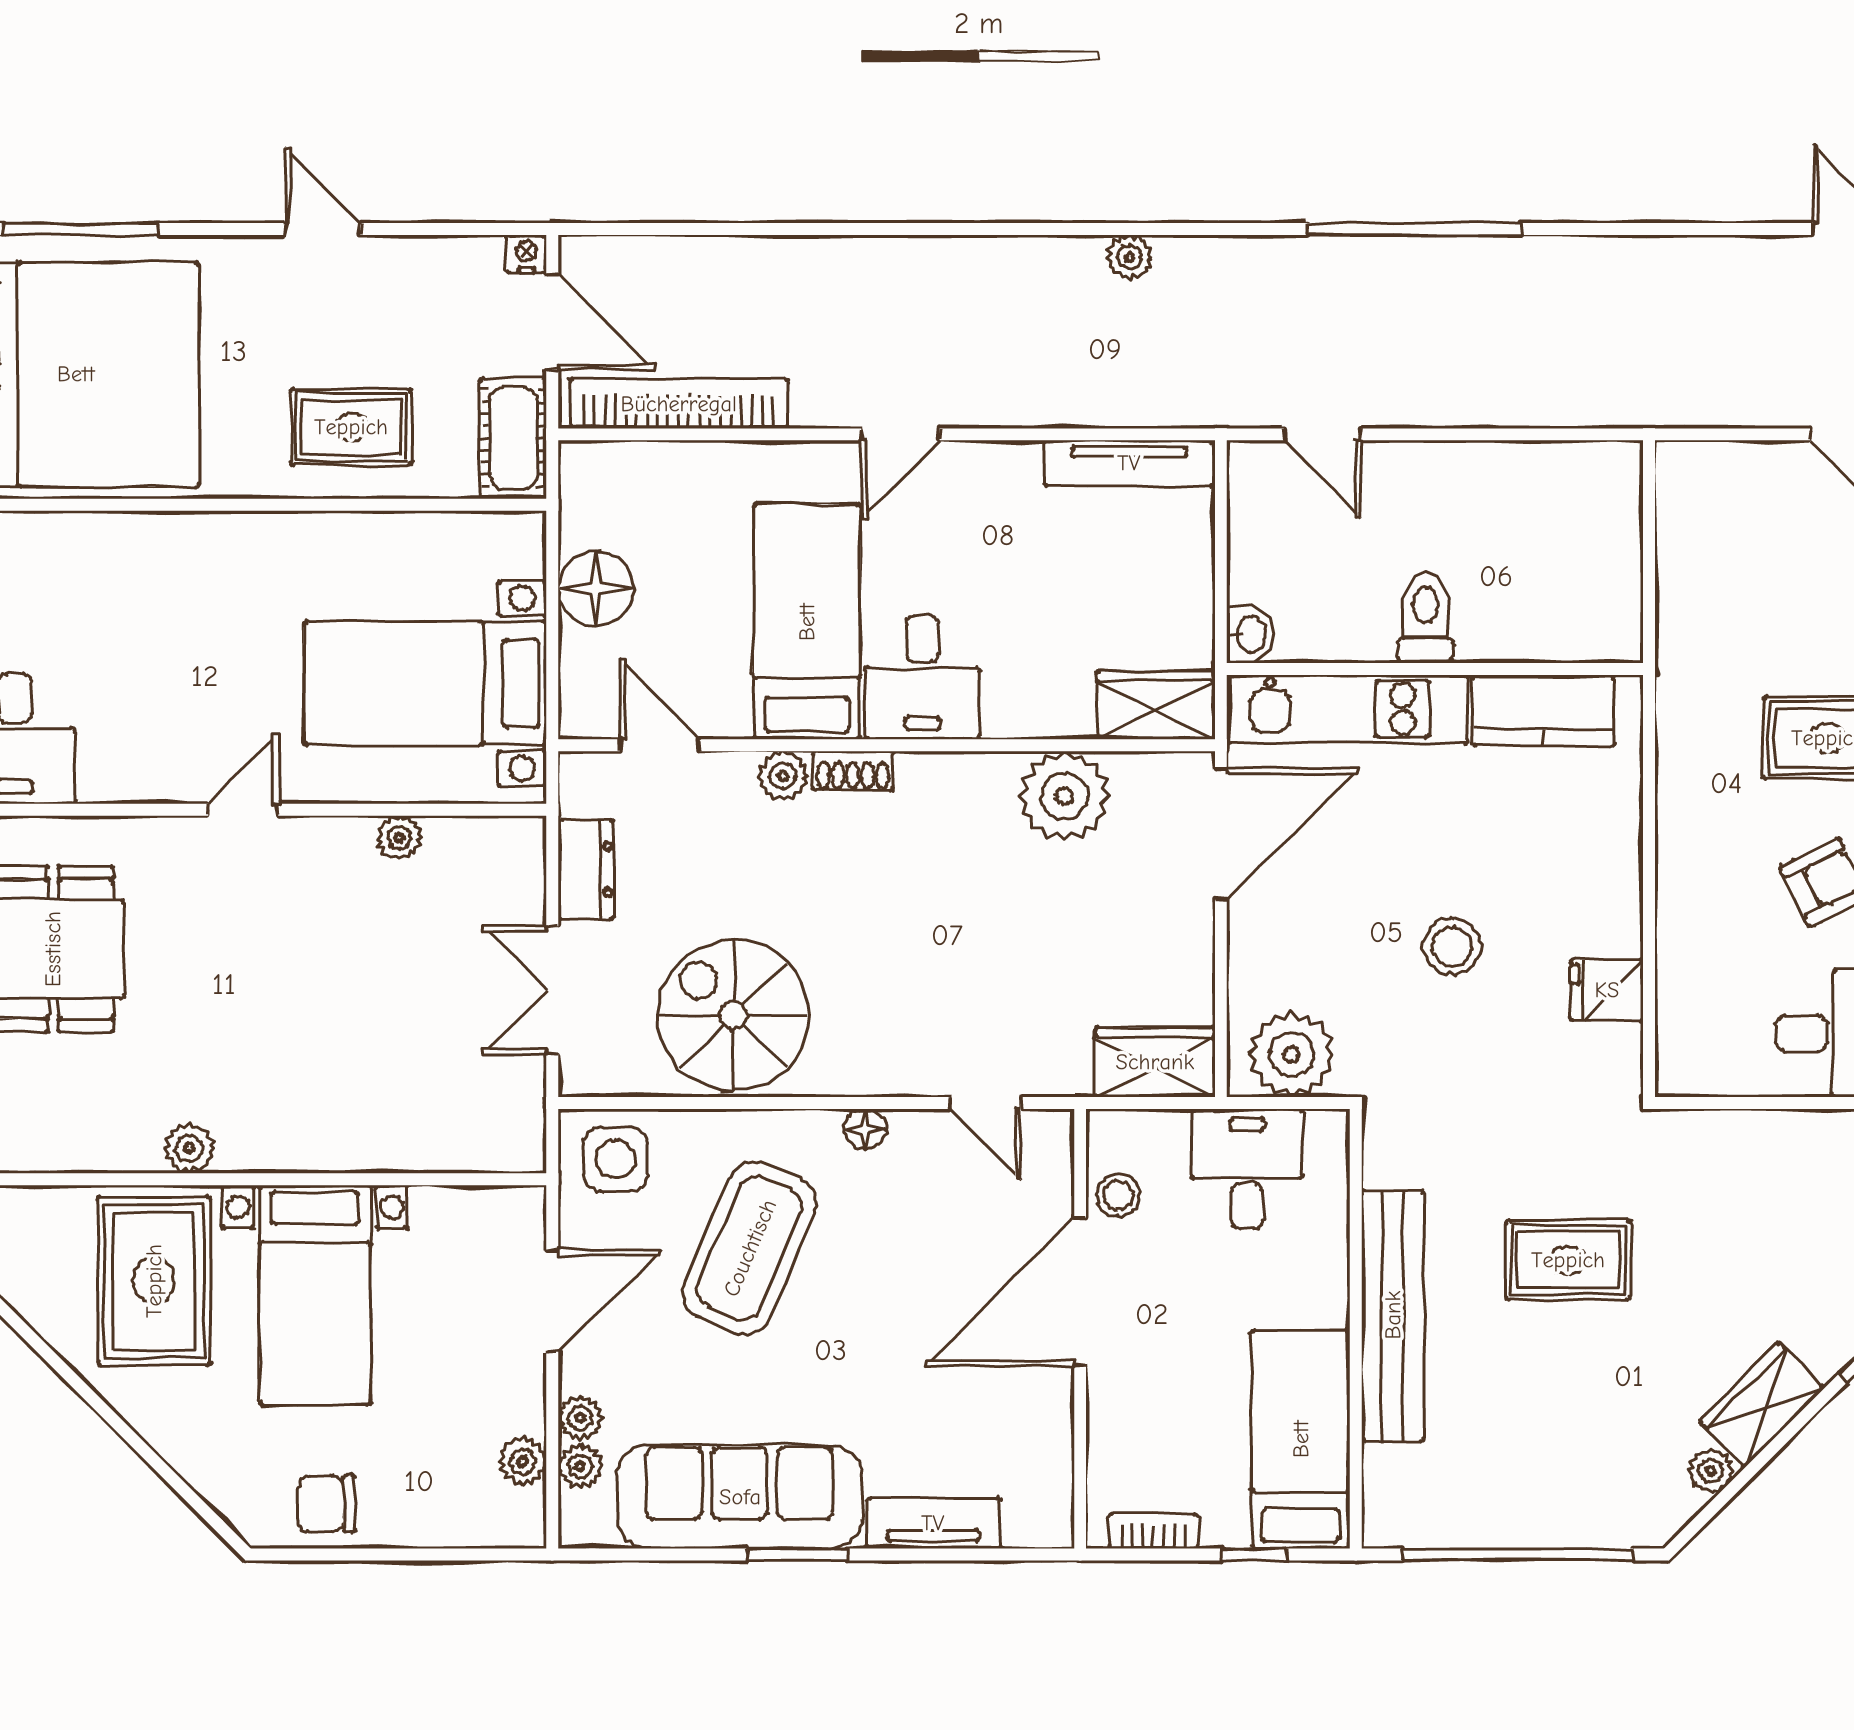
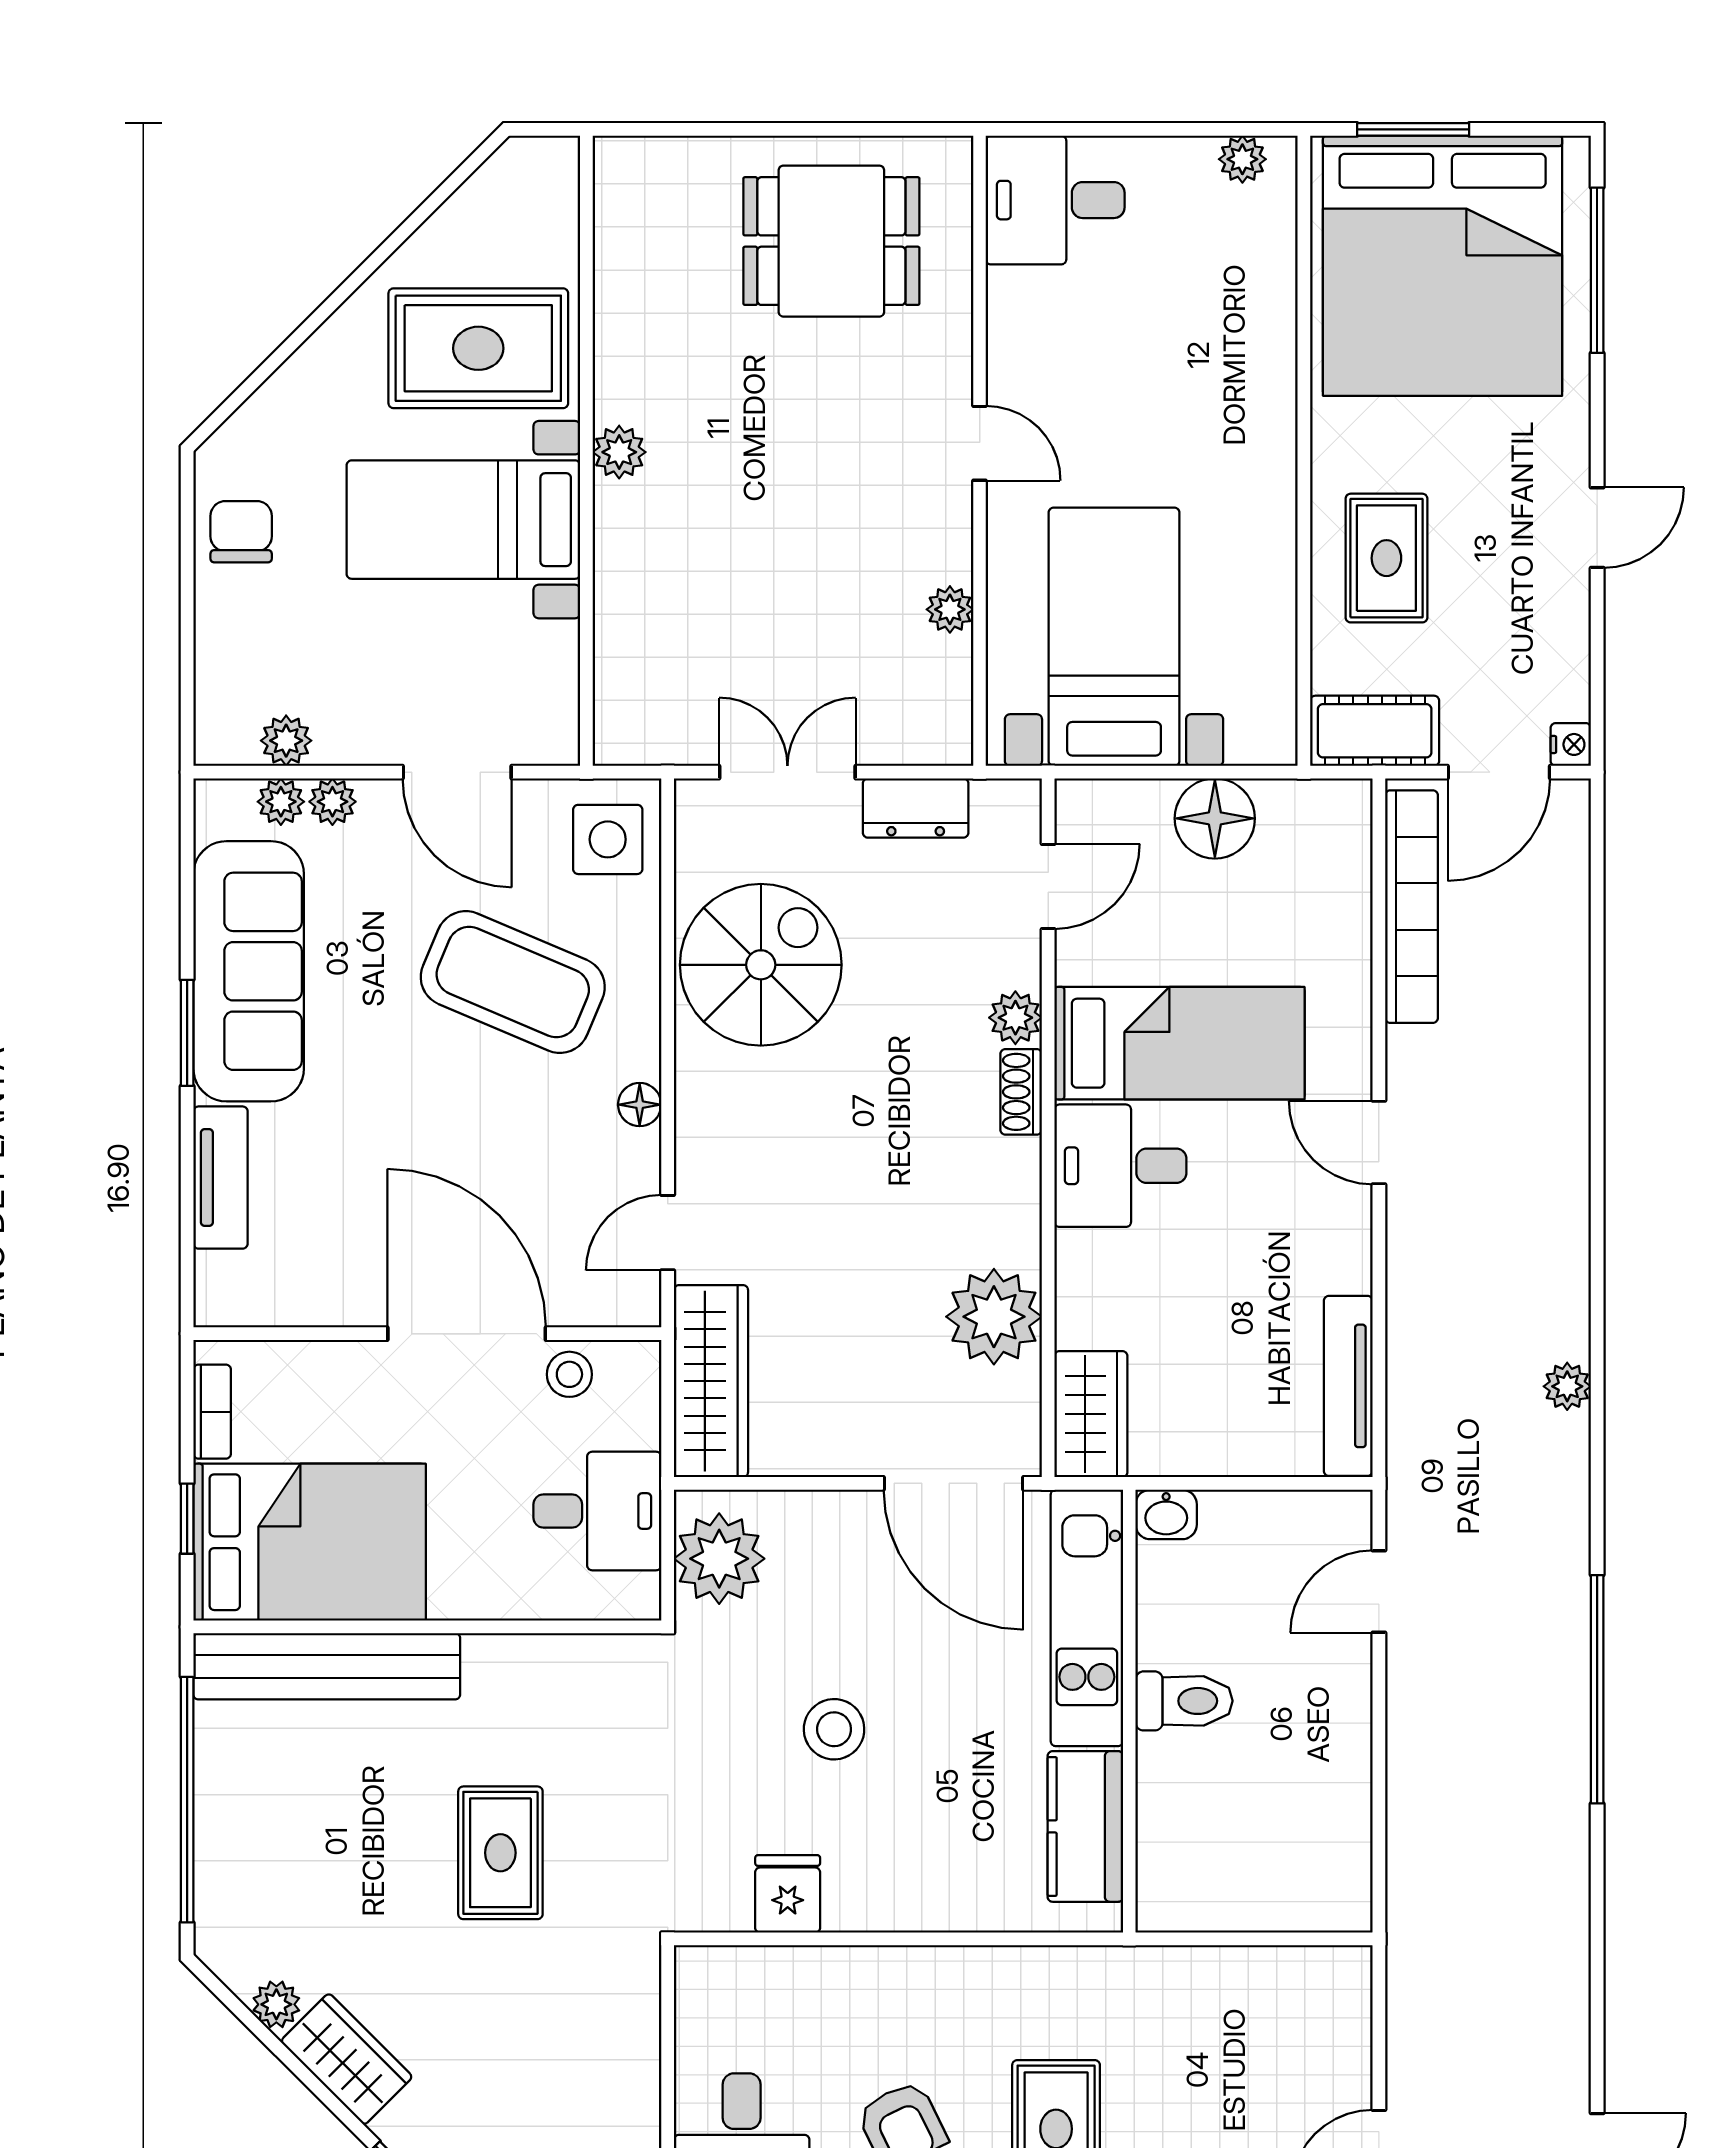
wardrobe: (1155, 1062) -> (711, 1381), width x1.50
plant: (189, 1148) -> (619, 452), moved
bench: (1393, 1315) -> (327, 1666), moved
bed: (1301, 1439) -> (310, 1542), width x1.50

